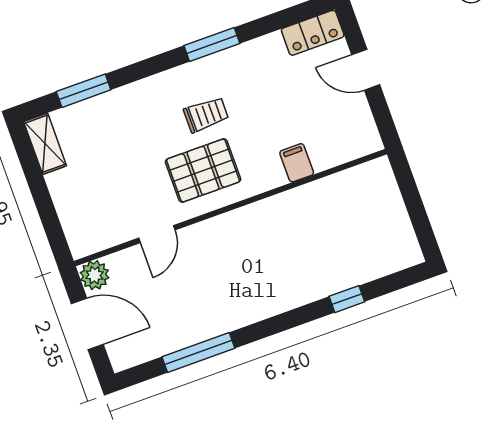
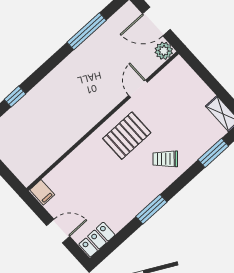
trolley: (206, 115) -> (165, 159), moved, turned 42
filing cabinet: (297, 163) -> (42, 192), moved

